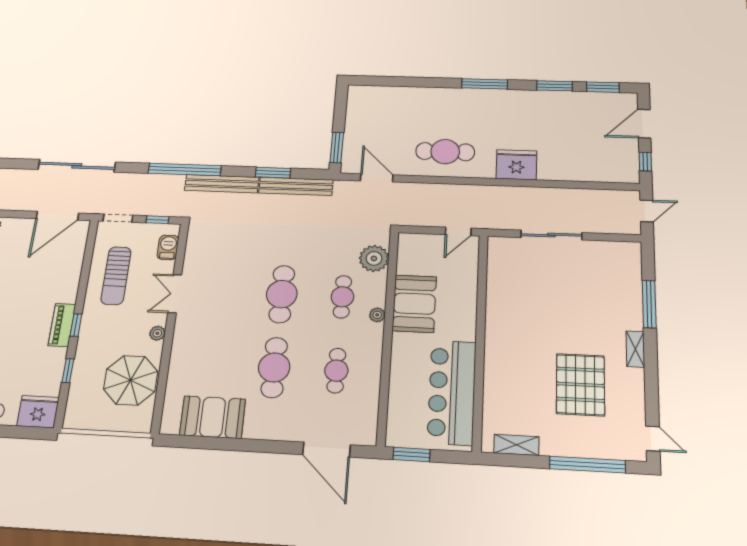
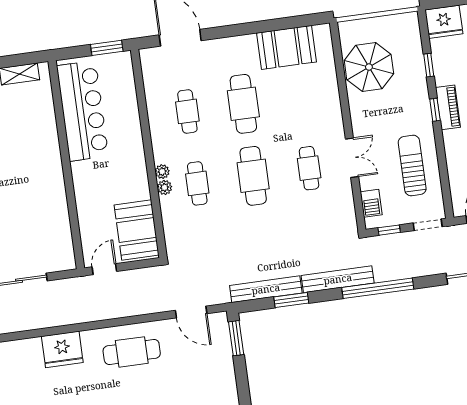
plant: (374, 258) -> (165, 187), moved, width x0.53, depth x0.53
cafe table: (222, 291) -> (309, 168), added
booth: (414, 304) -> (137, 230), moved
plant: (157, 333) -> (357, 116), removed

